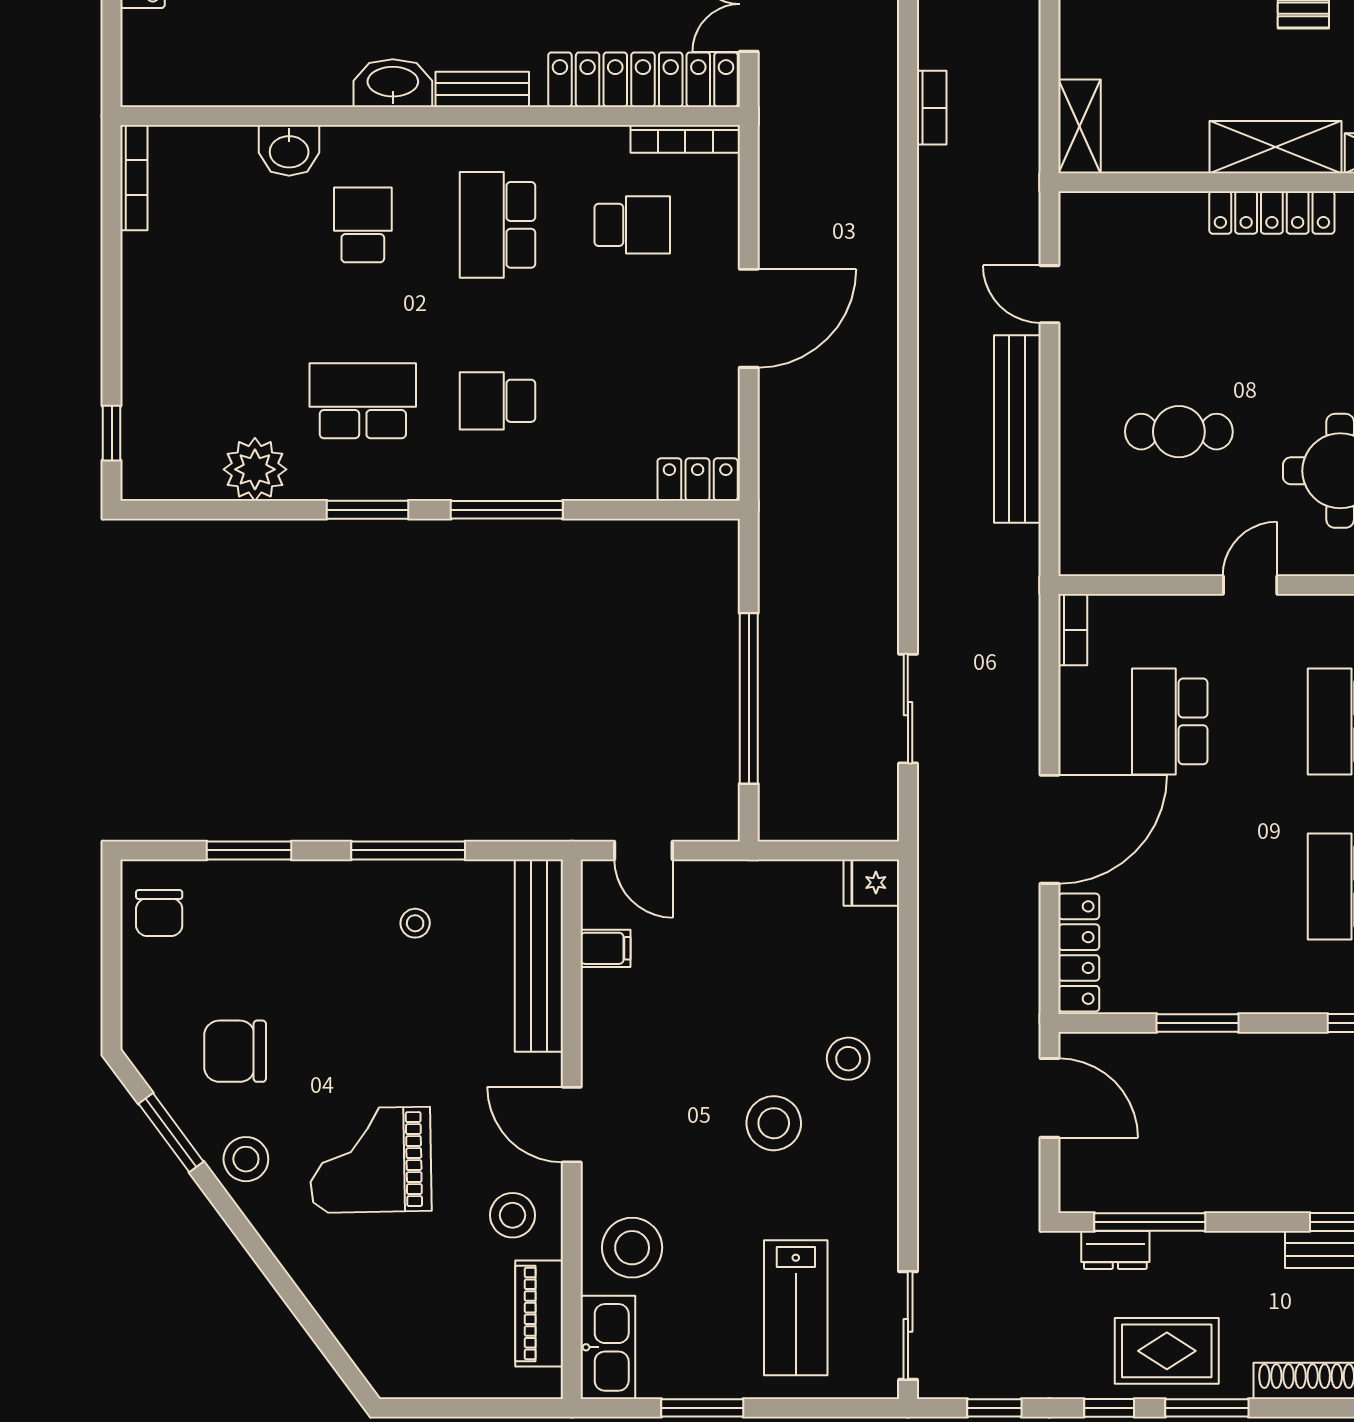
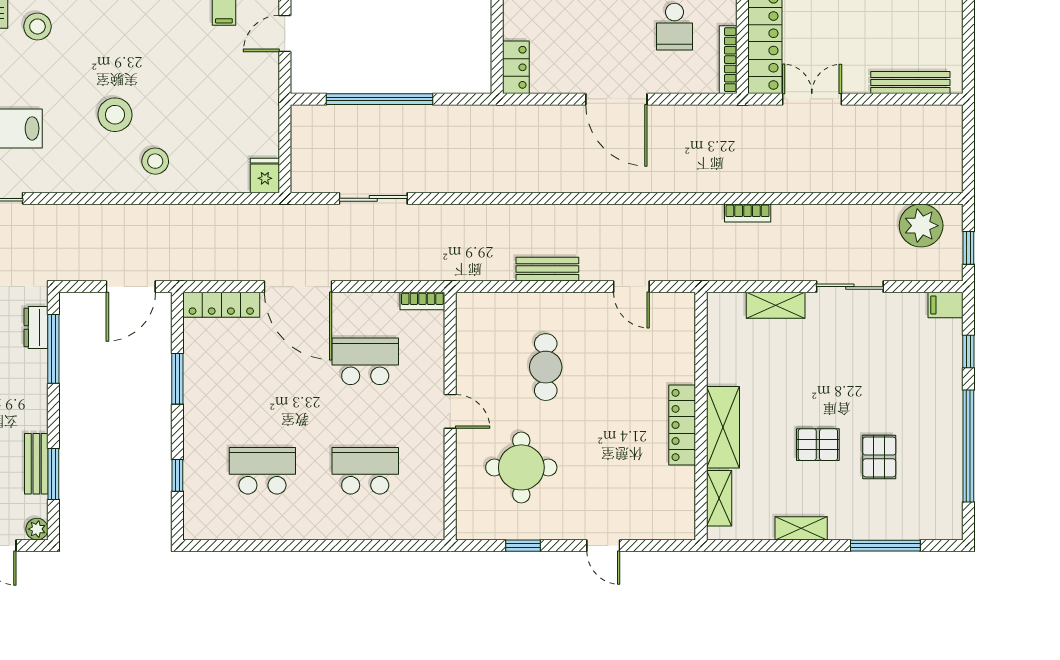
shelving: (1080, 126) -> (776, 305), moved
door: (1050, 294) -> (631, 287), swing flipped
bench: (1017, 429) -> (547, 269), width x0.54, depth x0.82
stool: (632, 1248) -> (37, 26), width x0.73, depth x0.73

